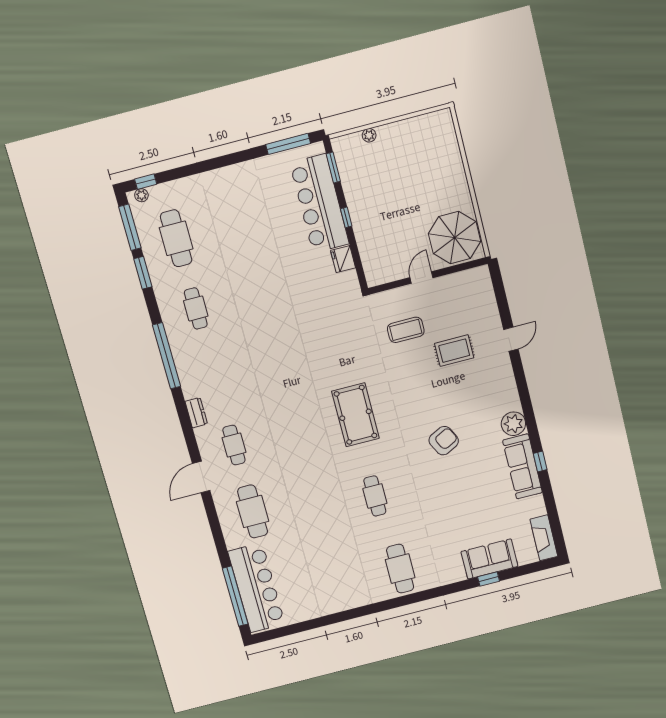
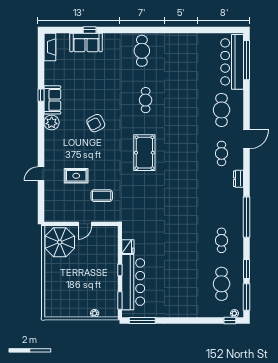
sofa: (522, 466) -> (52, 100), width x0.73

